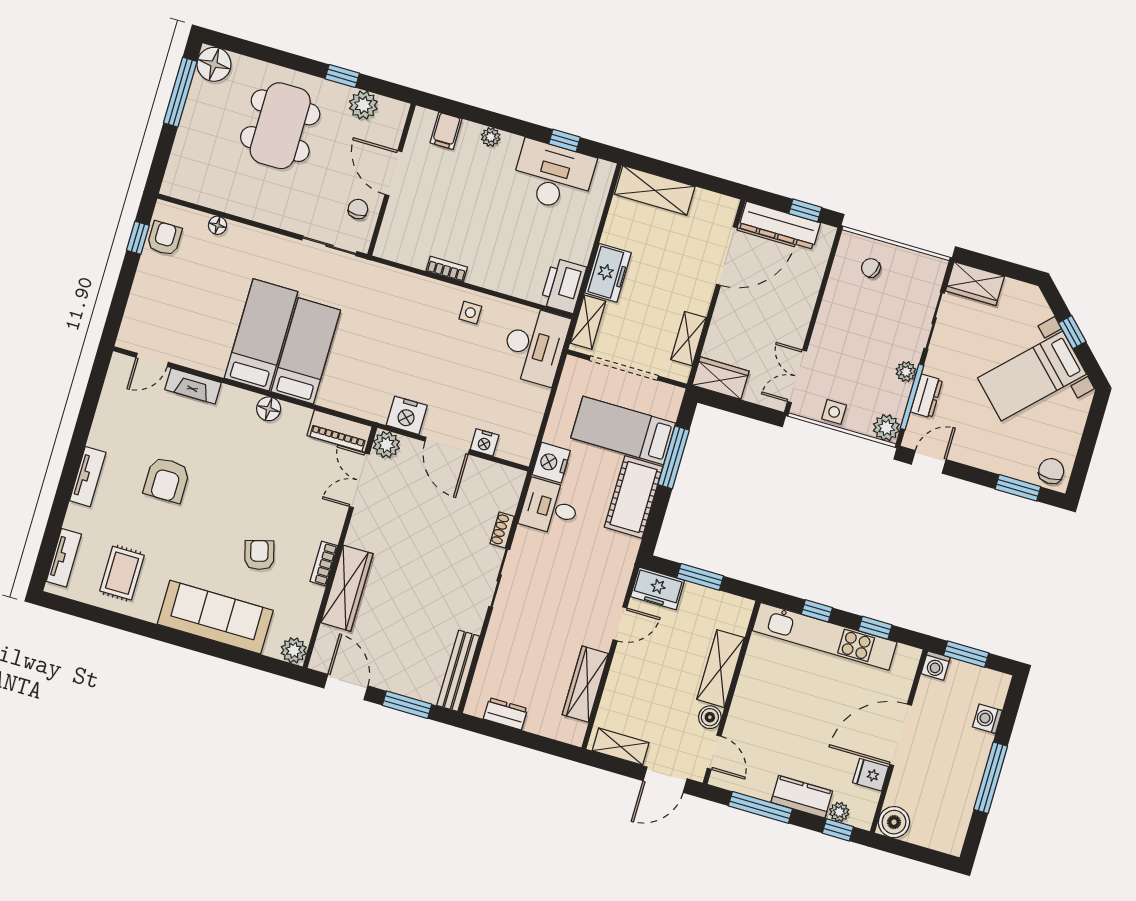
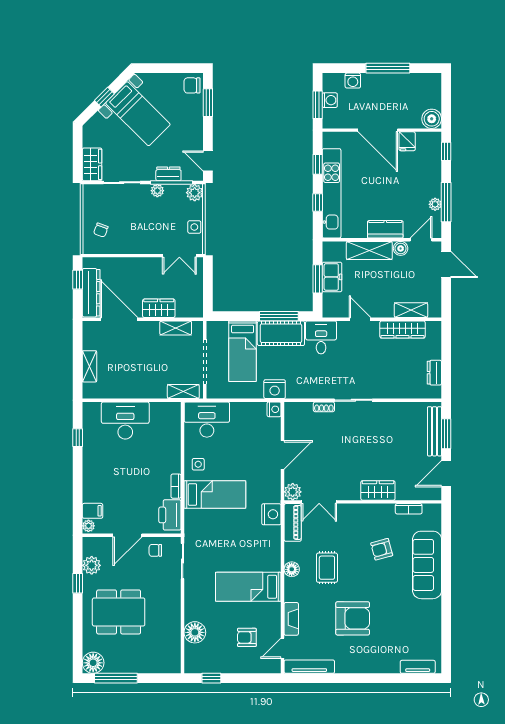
plant: (491, 137) -> (88, 526), moved
desk: (553, 176) -> (125, 420), moved, turned 90
shelving: (655, 190) -> (90, 366), width x0.67, depth x0.75
floor lamp: (217, 225) -> (195, 632), width x1.89, depth x1.89
armchair: (164, 238) -> (247, 637), moved
freezer: (608, 273) -> (150, 388), removed
printer: (563, 286) -> (170, 515), moved, turned 90
bed: (306, 351) -> (215, 494), moved, turned 180
door: (152, 360) -> (283, 648), swing flipped
wardrobe: (721, 378) -> (159, 308), moved, turned 90
nightstand: (407, 415) -> (271, 514), moved
nightstand: (485, 442) -> (274, 409), moved
window: (674, 457) -> (279, 316), moved
tv unit: (88, 477) -> (309, 667), moved, width x1.41
armchair: (167, 480) -> (353, 618), width x1.36, depth x1.36
desk: (550, 507) -> (321, 337), moved, turned 180
bookcase: (324, 564) -> (409, 509), moved
rug: (122, 573) -> (327, 568), moved, turned 90
wardrobe: (347, 588) -> (378, 490), width x0.67
freezer: (658, 589) -> (332, 277), moved
plant: (294, 650) -> (433, 512), removed
washing machine: (936, 666) -> (330, 100), moved
bench: (458, 671) -> (435, 431), moved, turned 90
shelving: (621, 747) -> (411, 310), moved, turned 90
kitchen counter: (802, 797) -> (385, 229), moved, turned 90
plant: (839, 812) -> (435, 204), moved

